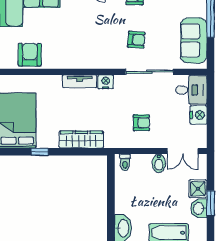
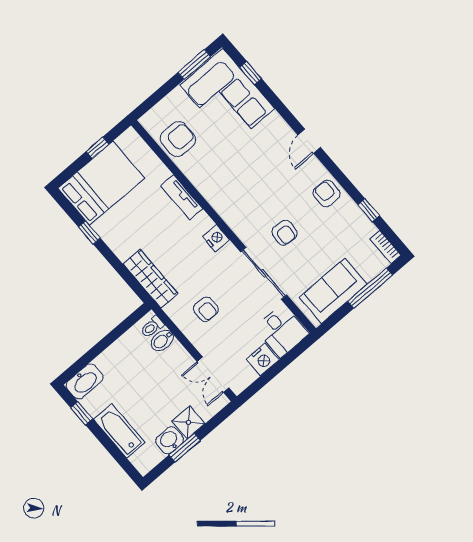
tv unit: (80, 81) -> (182, 197), moved
wardrobe: (81, 140) -> (150, 279), moved
bidet: (159, 163) -> (162, 340), moved

